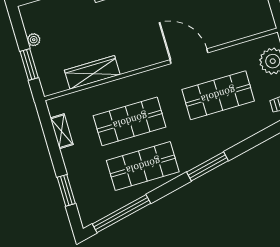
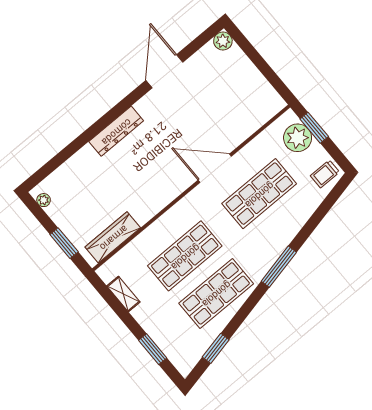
plant: (34, 40) -> (44, 200), moved
wardrobe: (92, 72) -> (113, 237), moved
window: (121, 214) -> (216, 348), width x0.47

